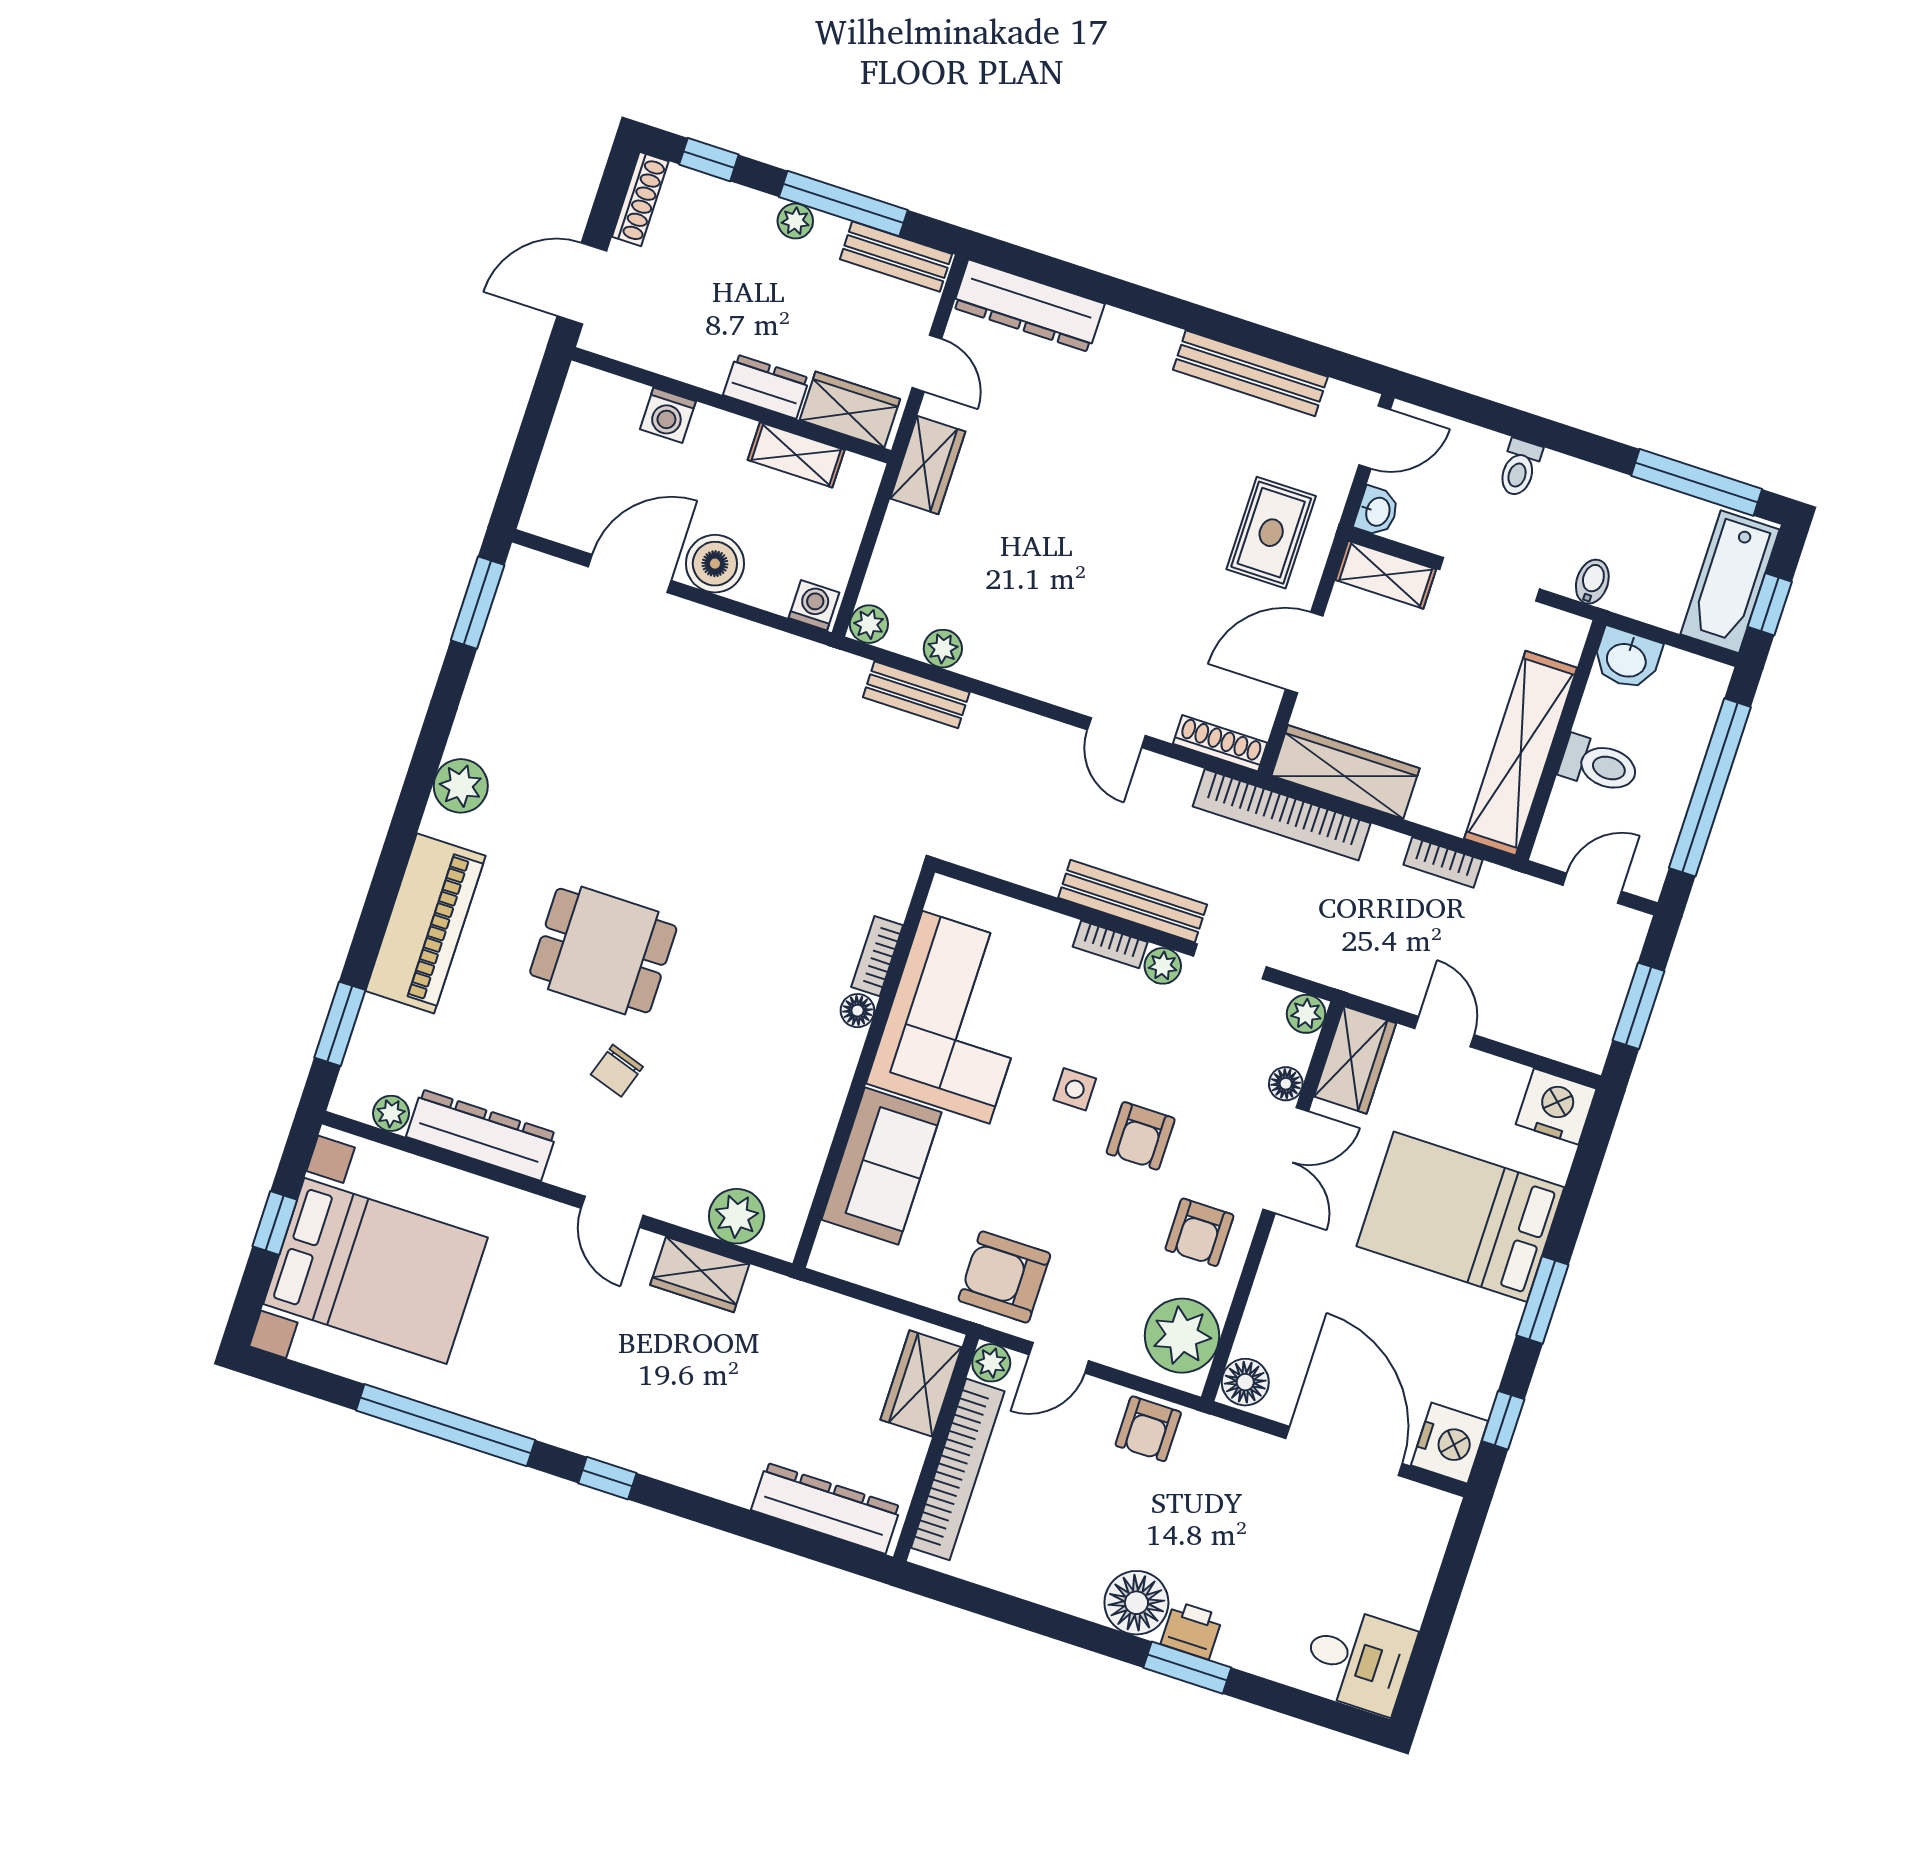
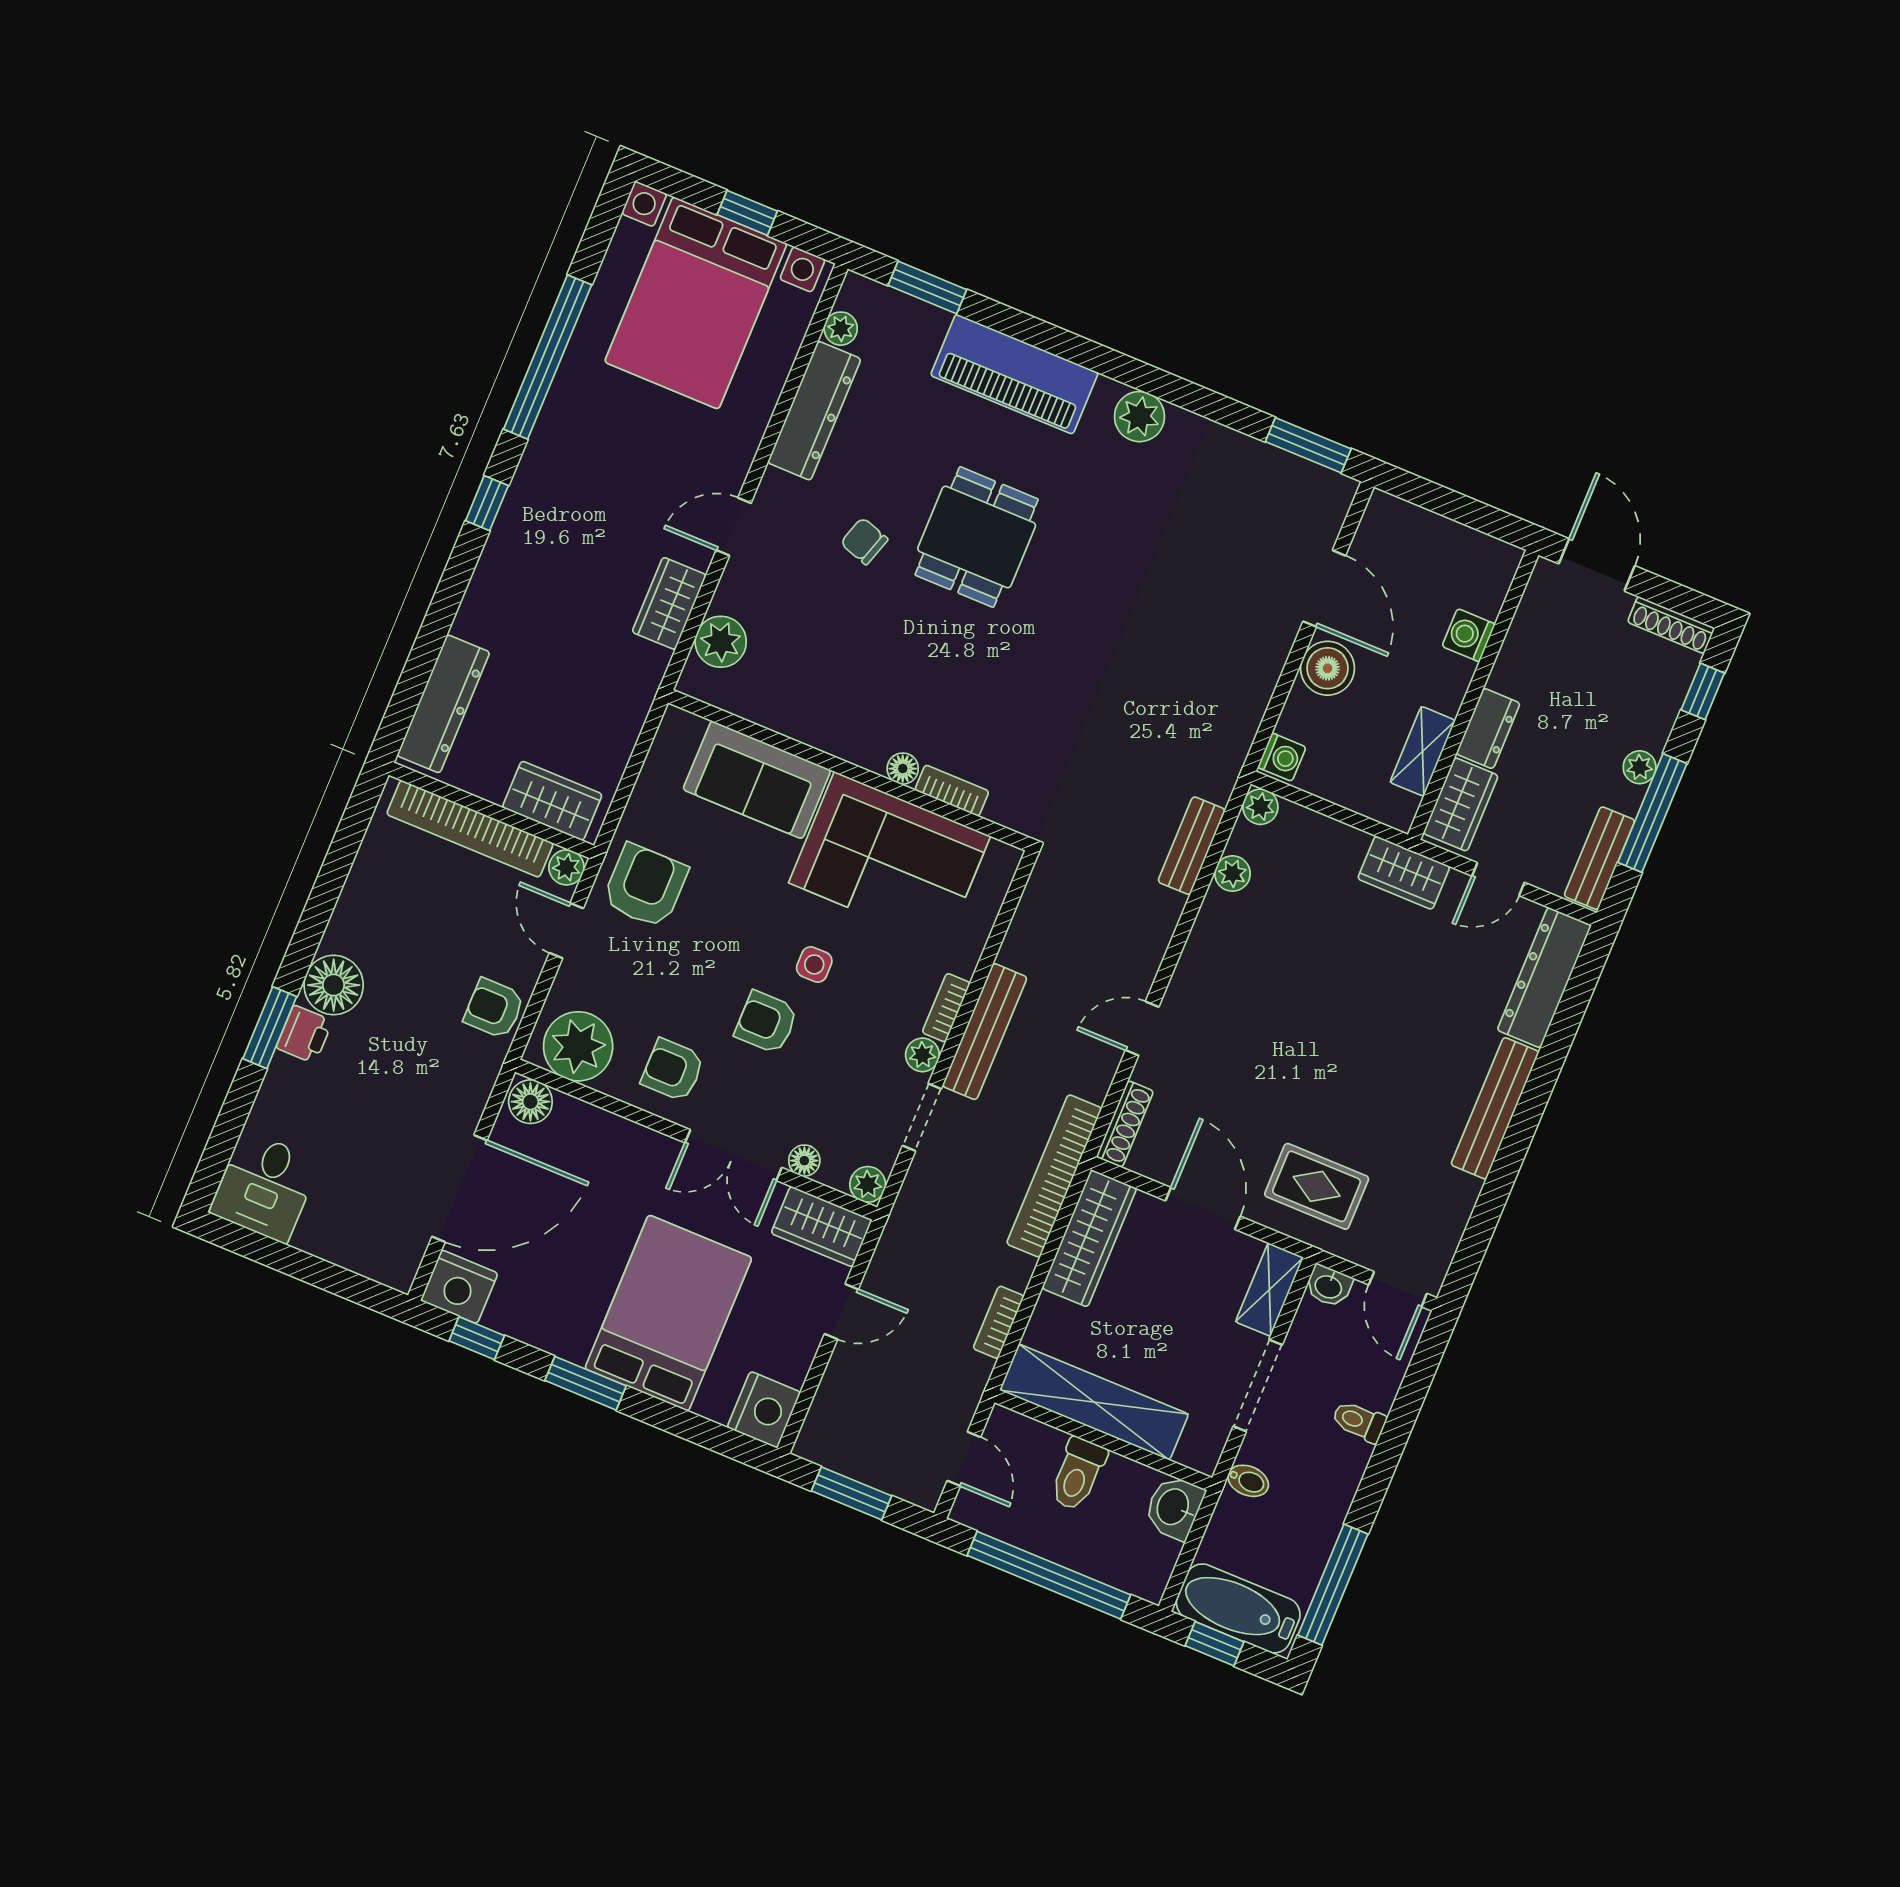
bench: (1250, 373) -> (1495, 1108), moved

